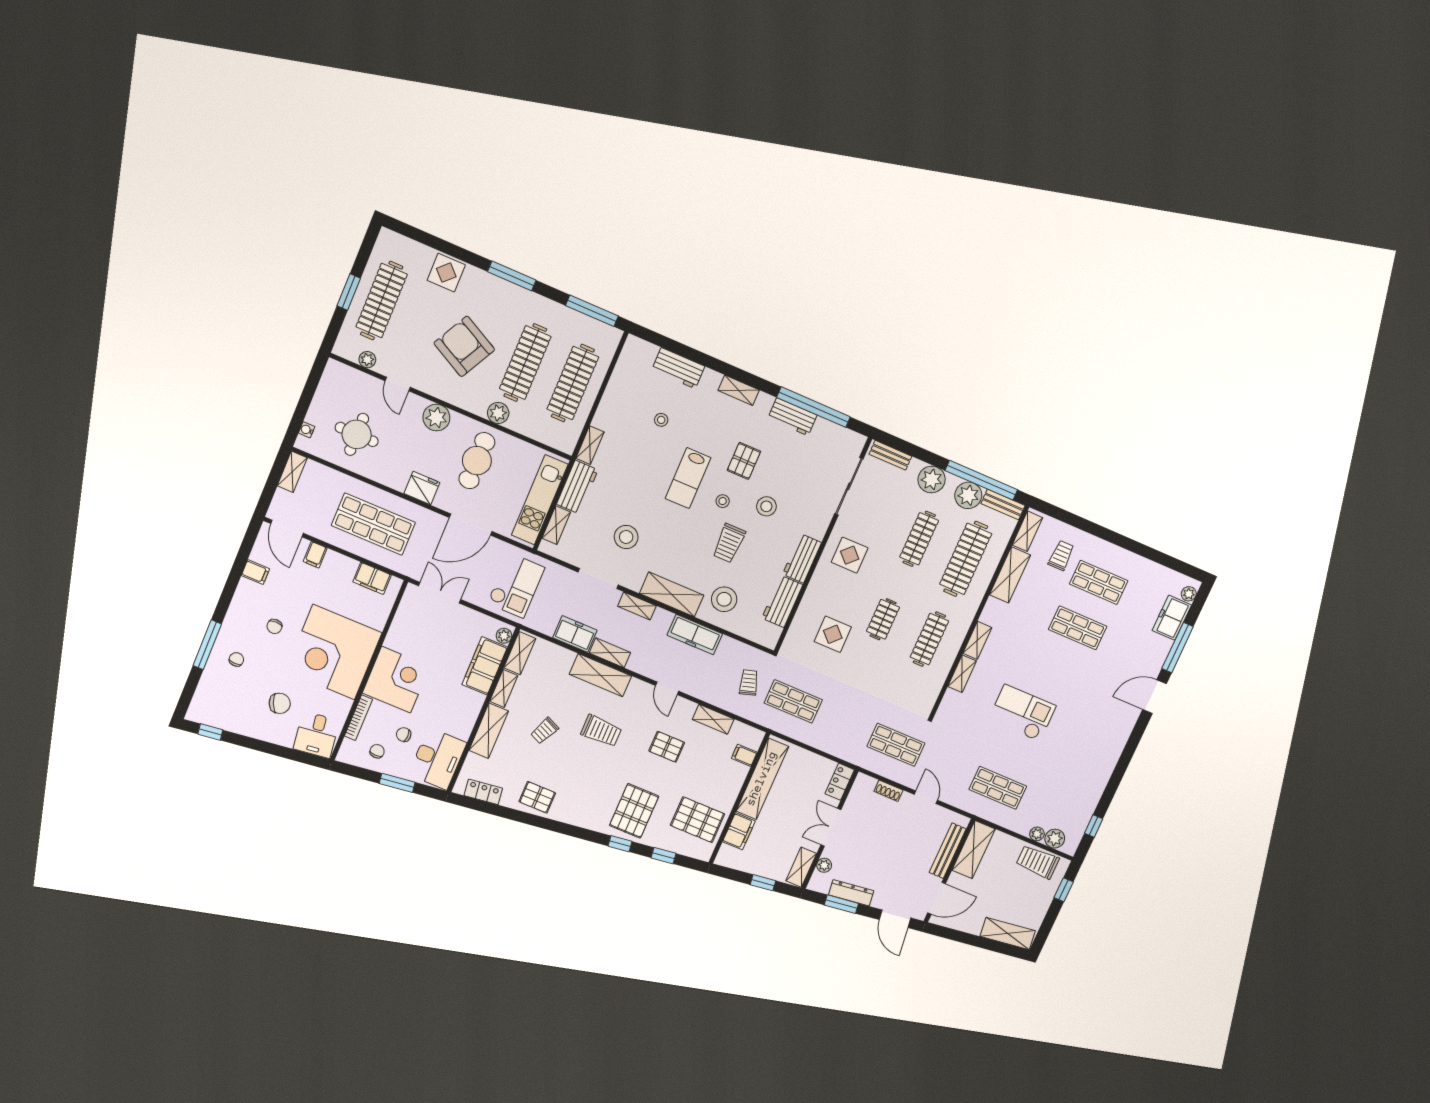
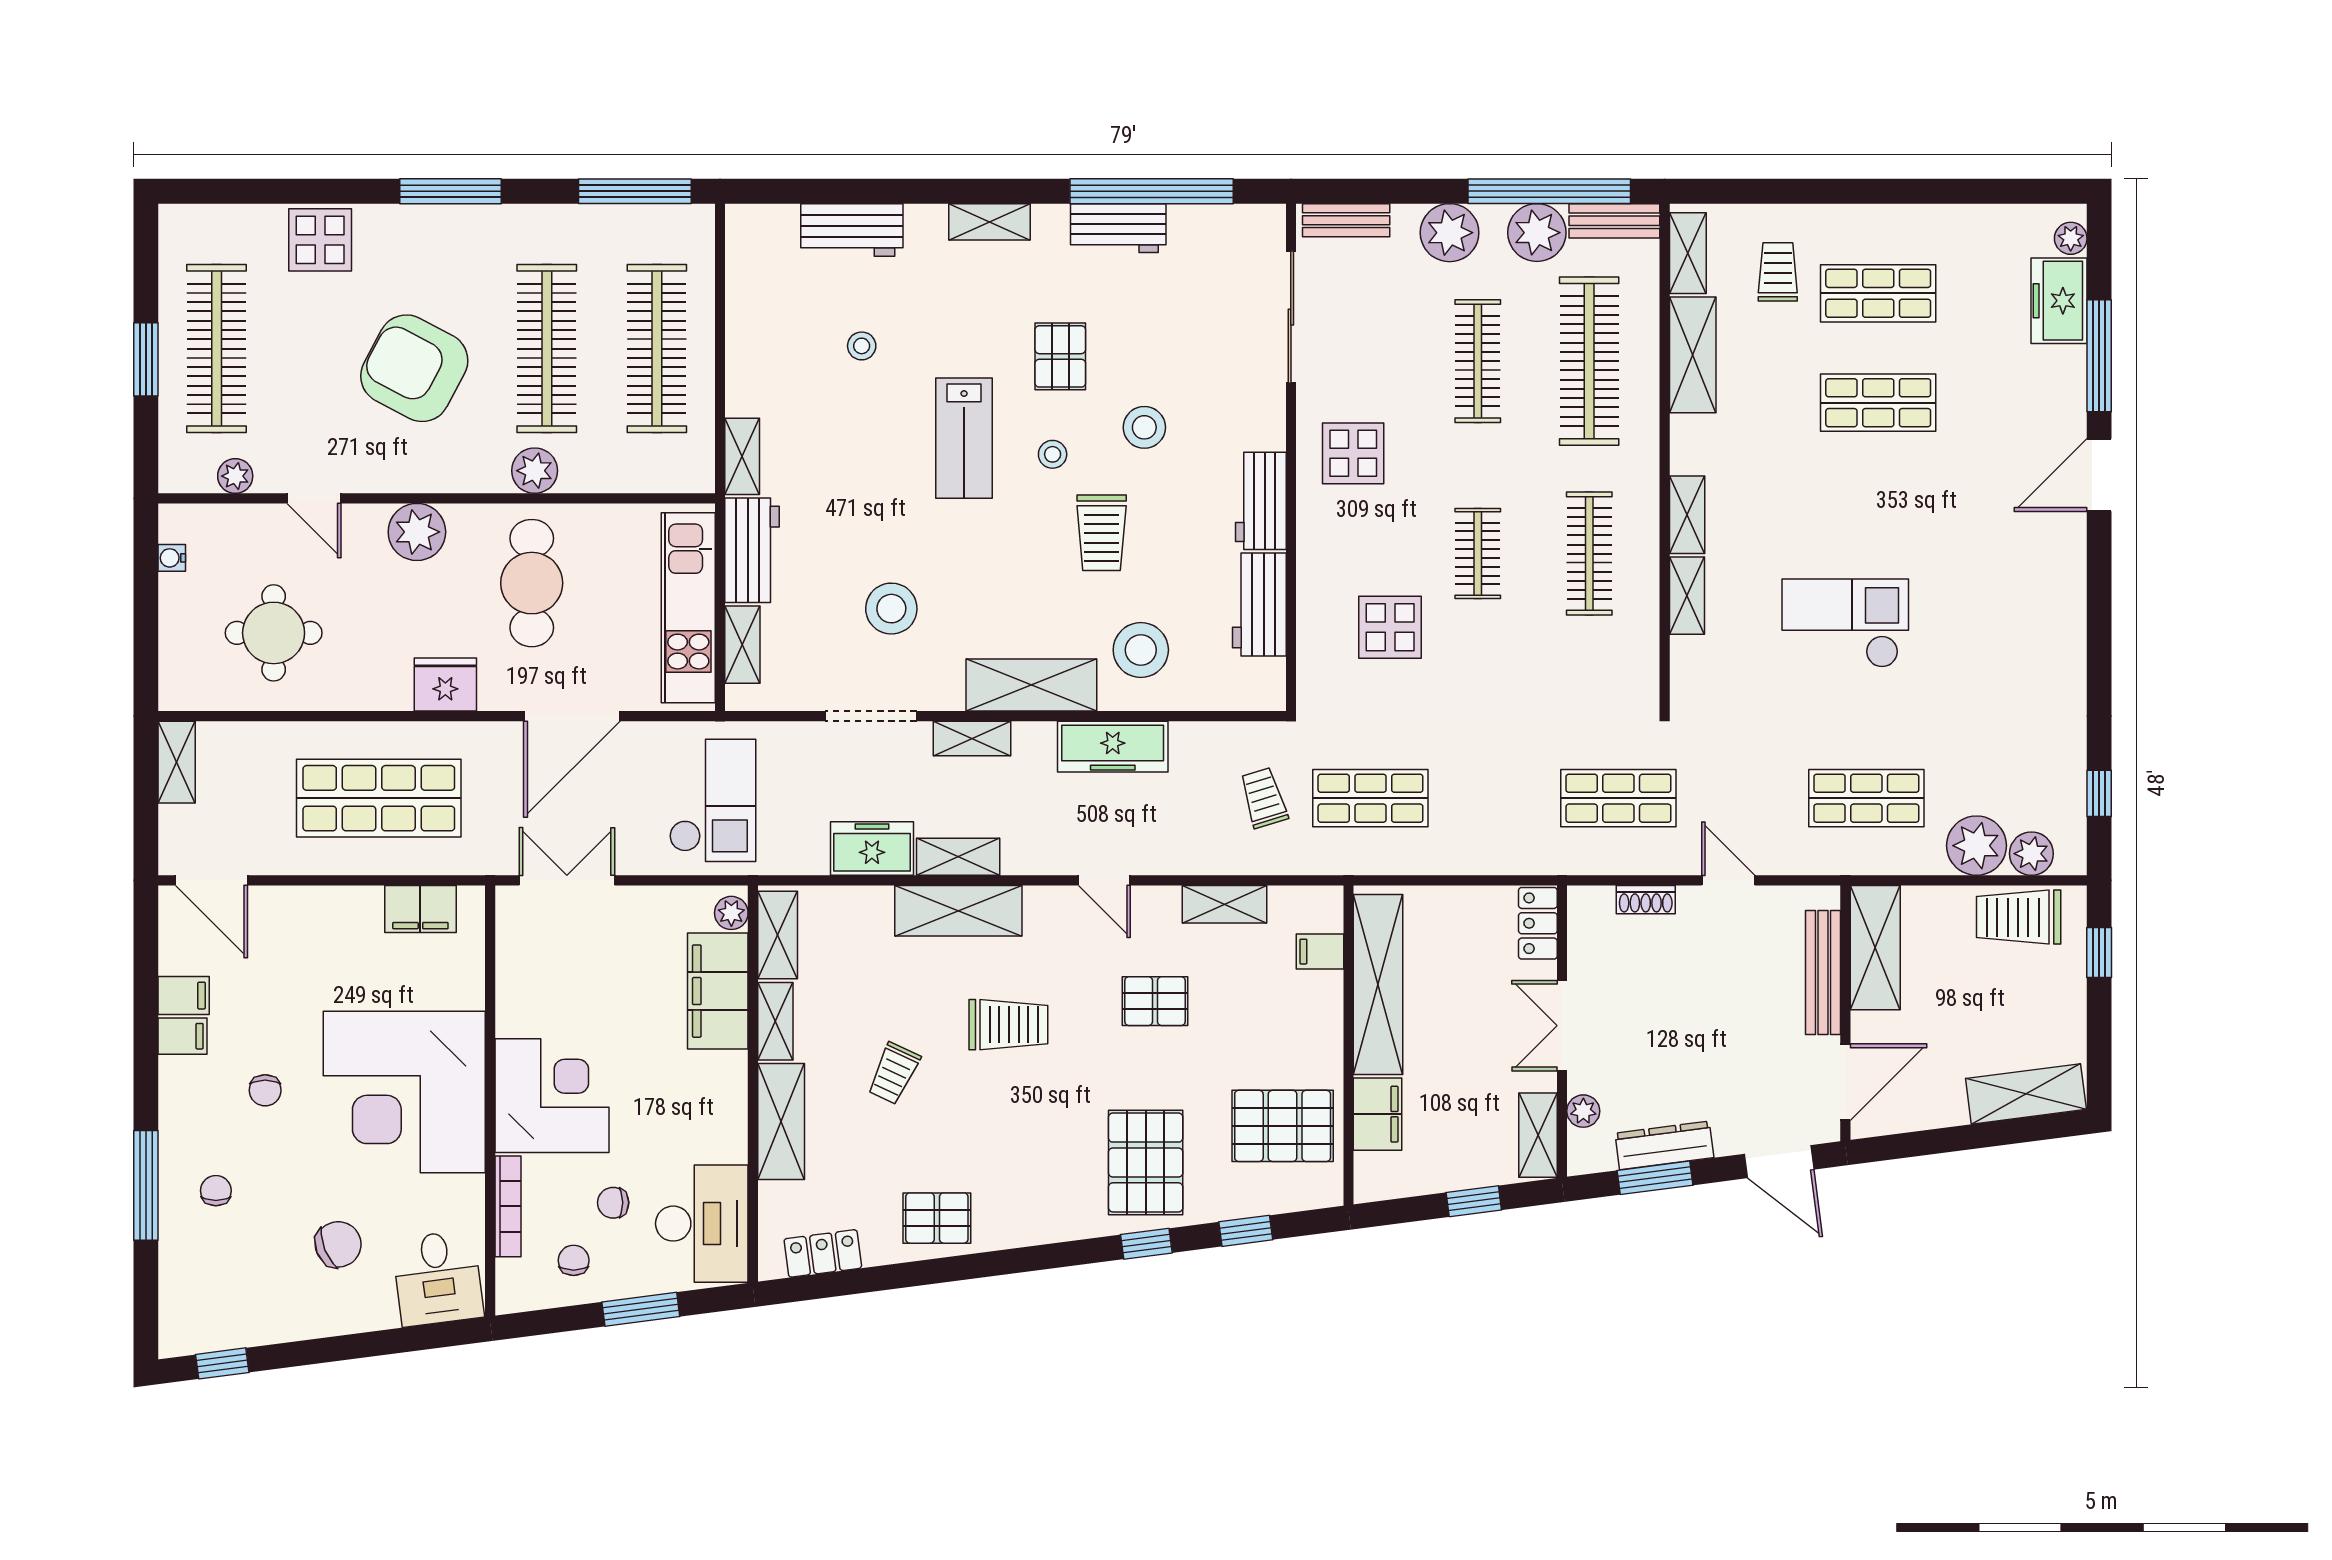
water cooler: (307, 430) -> (172, 558), moved
filing cabinet: (315, 555) -> (183, 1036), moved, turned -90
plant: (1037, 834) -> (1976, 846), width x1.87, depth x1.87

